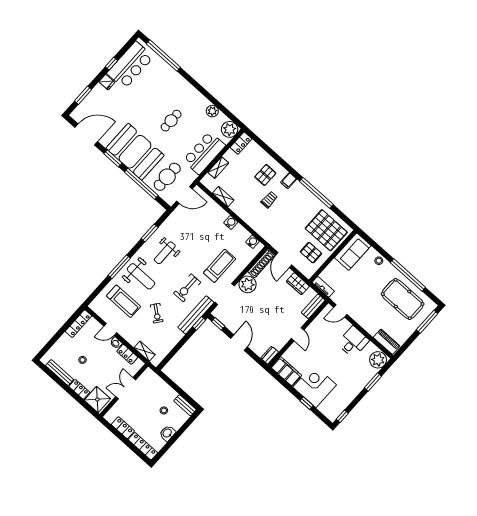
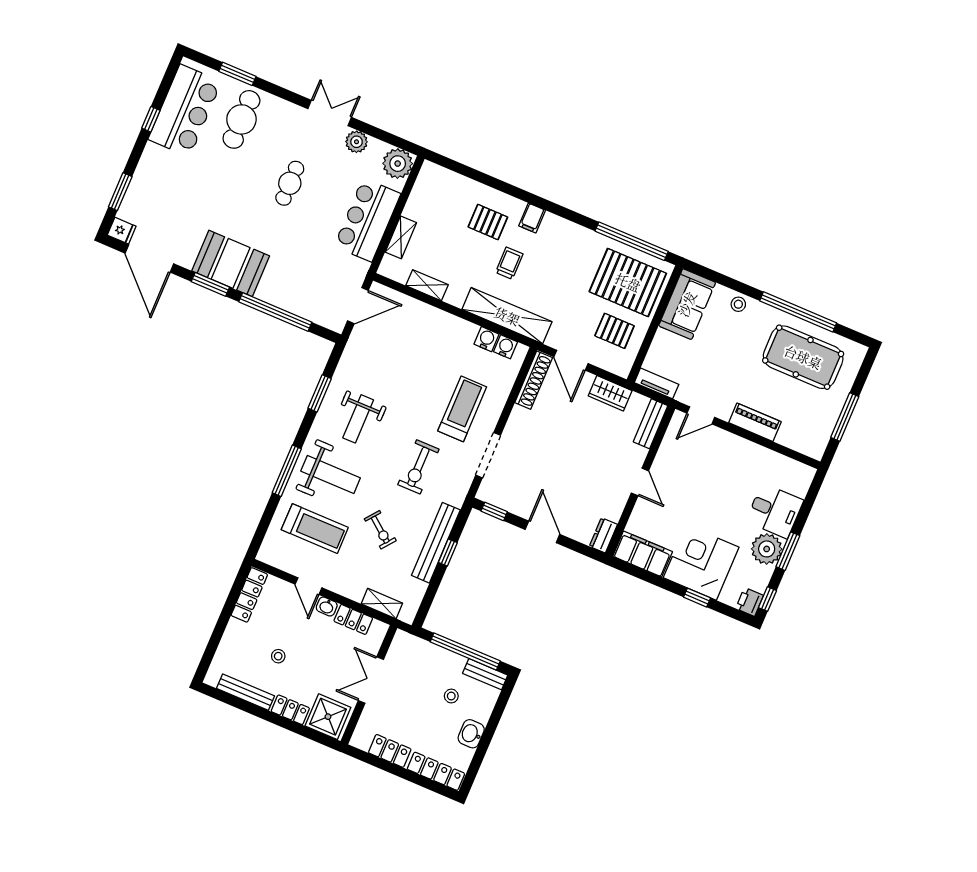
window: (163, 56) -> (237, 74), width x0.47
fridge: (107, 82) -> (122, 231), moved
double door: (204, 92) -> (330, 113), added
door: (86, 134) -> (149, 258), swing flipped
locker: (241, 143) -> (426, 181), removed
booth: (135, 152) -> (231, 263), width x0.73, depth x0.70
pallet: (265, 175) -> (488, 222), turned 90
cafe table: (167, 177) -> (241, 119), moved
window: (316, 193) -> (632, 241), moved
water cooler: (231, 222) -> (486, 339), moved
shelving: (259, 226) -> (507, 316), added
plant: (248, 284) -> (522, 425), removed
bench: (196, 315) -> (436, 543), moved
window: (427, 322) -> (845, 417), moved
window: (199, 323) -> (448, 553), moved
door: (110, 329) -> (309, 586), hinge flipped
desk: (353, 342) -> (775, 511), moved, turned 90
piano: (387, 342) -> (755, 422), moved
plant: (378, 360) -> (767, 549), moved
window: (373, 382) -> (788, 551), moved
window: (179, 390) -> (465, 651), added
printer: (333, 415) -> (750, 602), added

